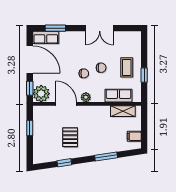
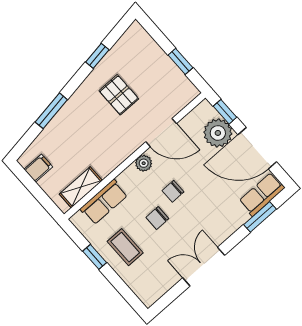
plant: (41, 94) -> (218, 133), moved

